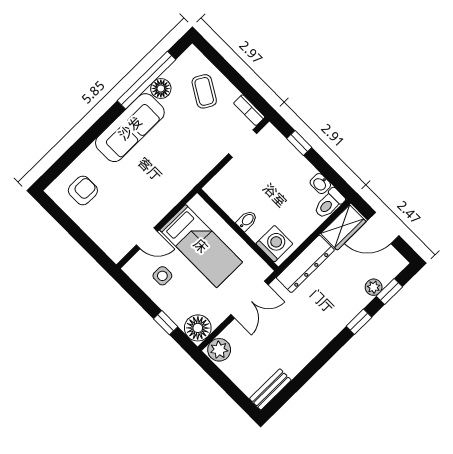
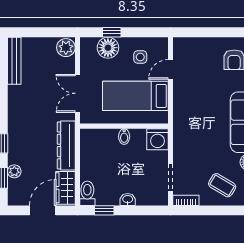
window: (299, 143) -> (104, 210), moved
washbasin: (320, 184) -> (128, 199), moved
washing machine: (274, 244) -> (157, 139), moved
floor lamp: (198, 328) -> (108, 48), moved
bench: (270, 389) -> (14, 61), width x1.36

